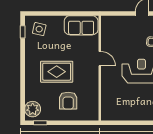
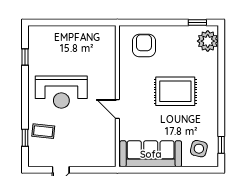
sofa: (81, 25) -> (151, 154), width x1.36
armchair: (68, 101) -> (144, 45), moved

